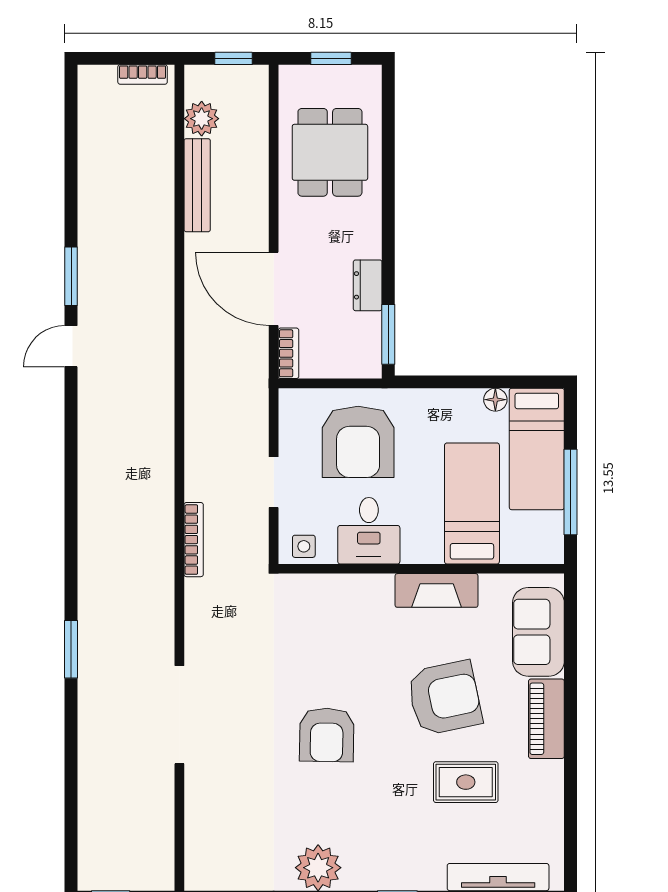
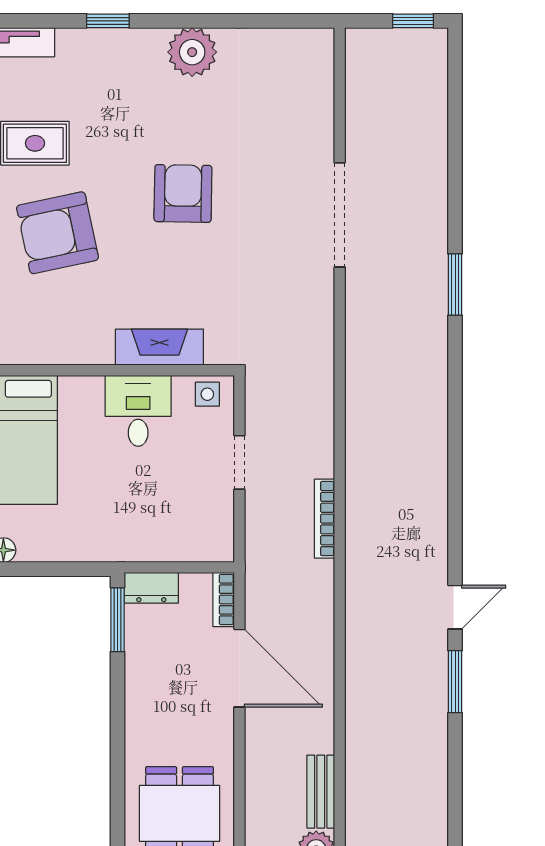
bench: (197, 185) -> (321, 792), width x0.73
dresser: (368, 285) -> (151, 588), moved, turned 90
armchair: (358, 442) -> (150, 505), removed
bookcase: (194, 540) -> (325, 519), moved
fireplace: (437, 590) -> (159, 347), moved

